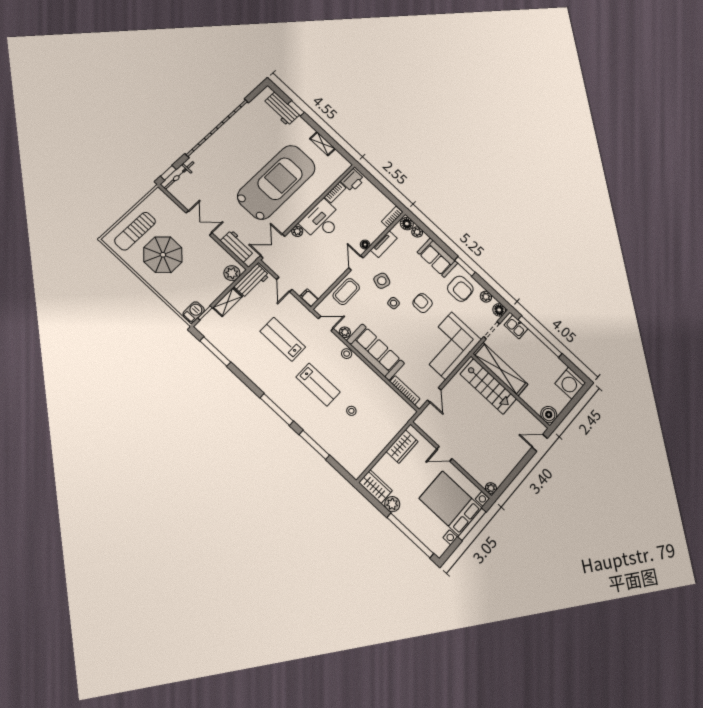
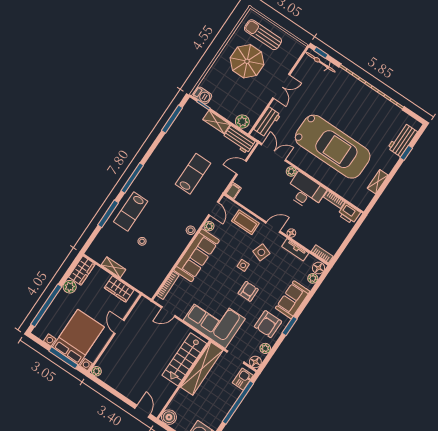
lab bench: (318, 385) -> (131, 212), moved
shelving: (376, 449) -> (114, 267), added

